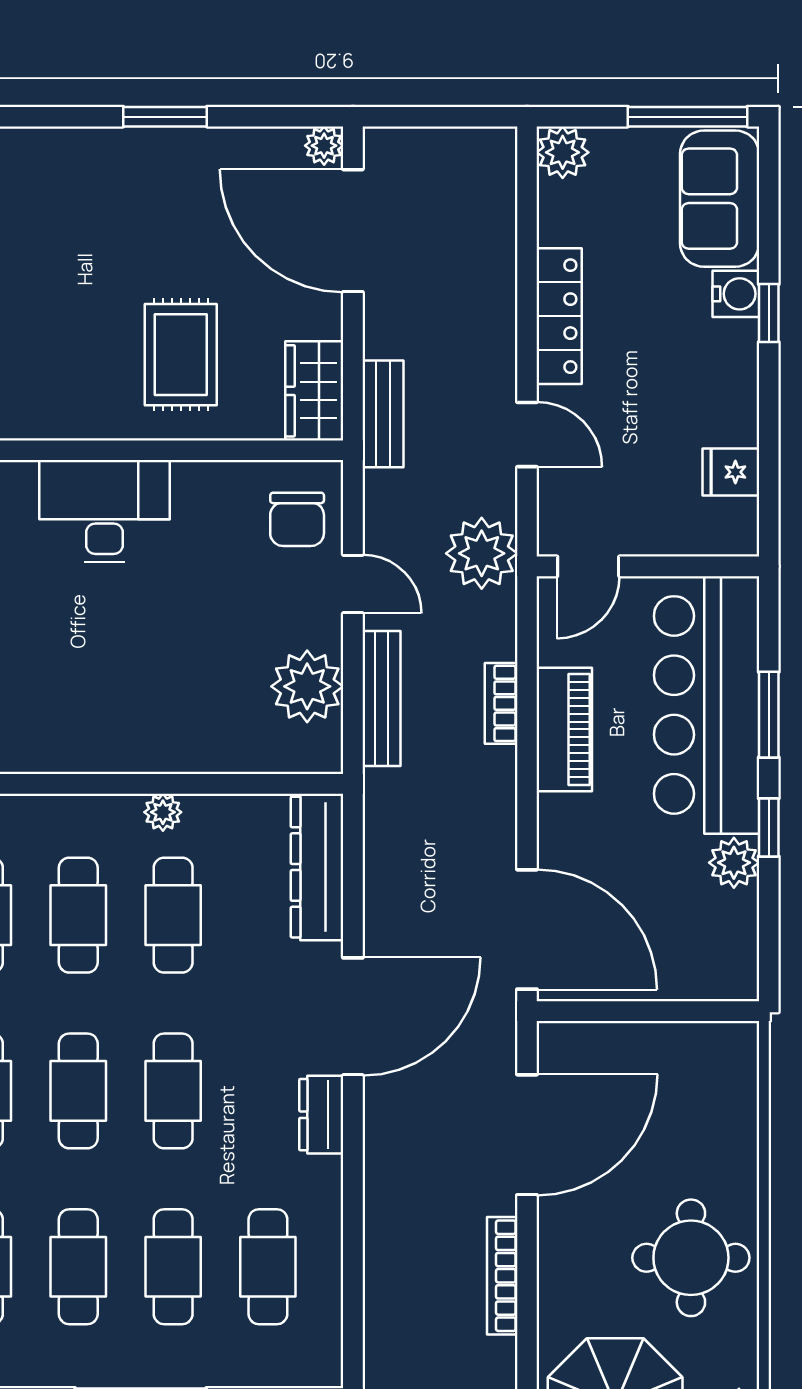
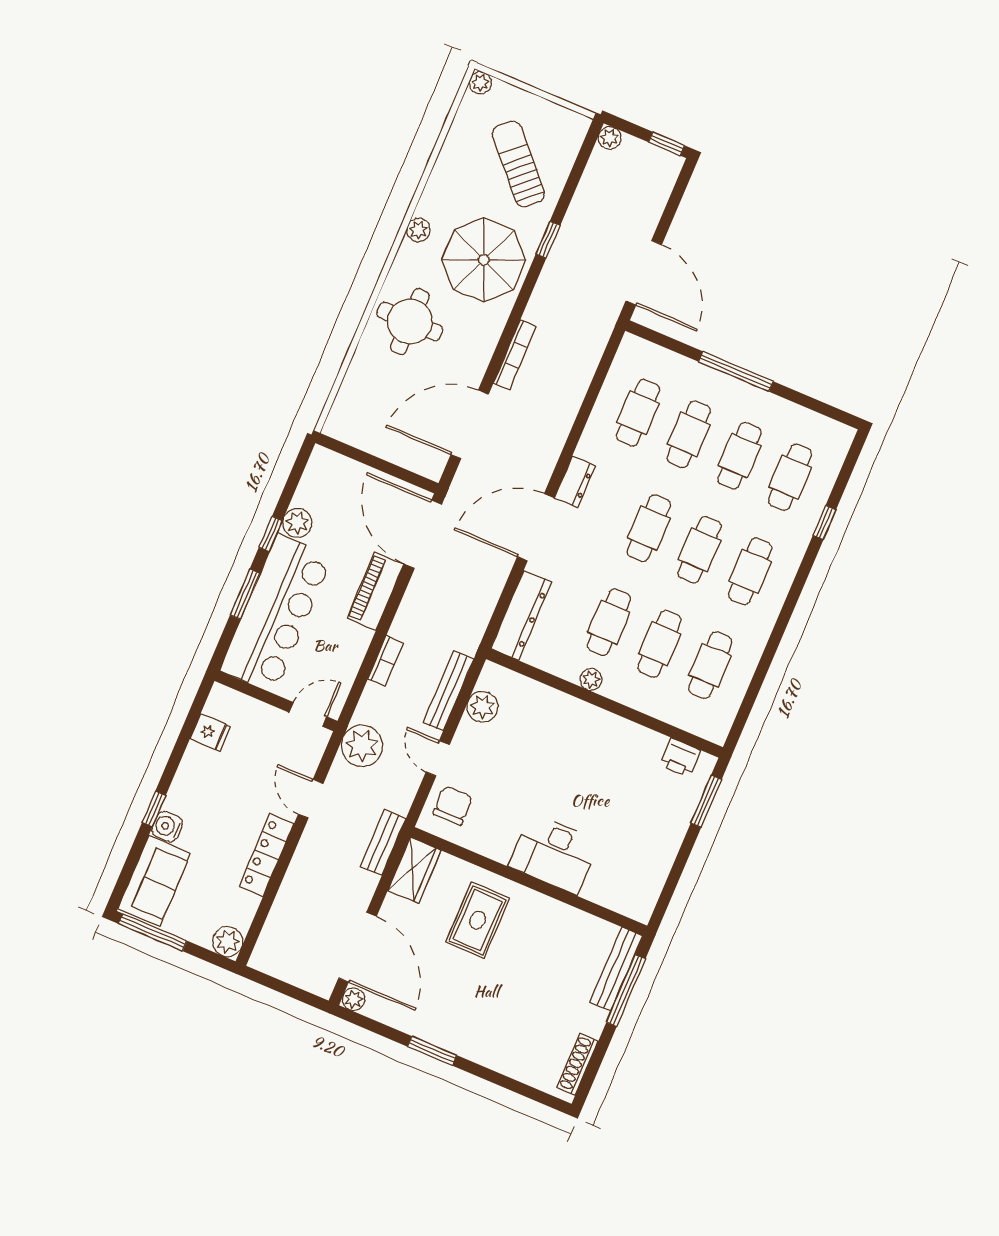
plant: (307, 686) -> (482, 707), width x0.73, depth x0.73
piano: (564, 729) -> (375, 591), moved

